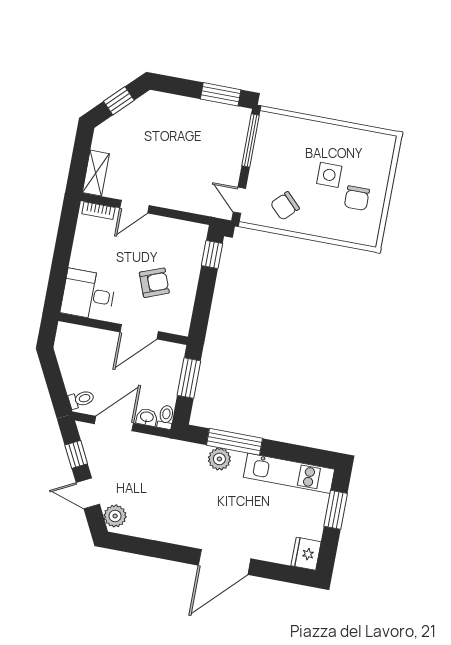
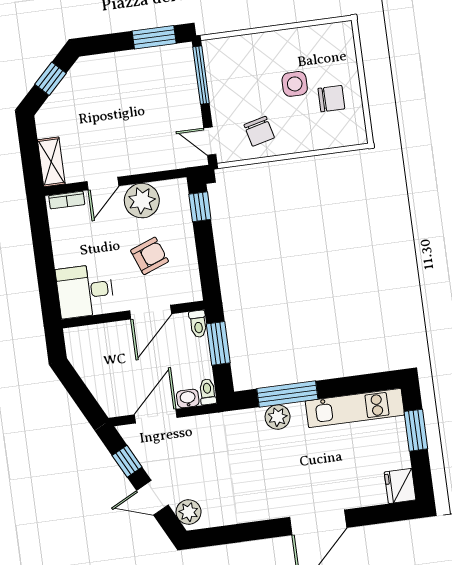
chair: (357, 198) -> (331, 99), turned -90
chair: (285, 206) -> (259, 131), turned -59
plant: (163, 233) -> (142, 201), added
toilet: (81, 399) -> (198, 324), moved, turned 117

